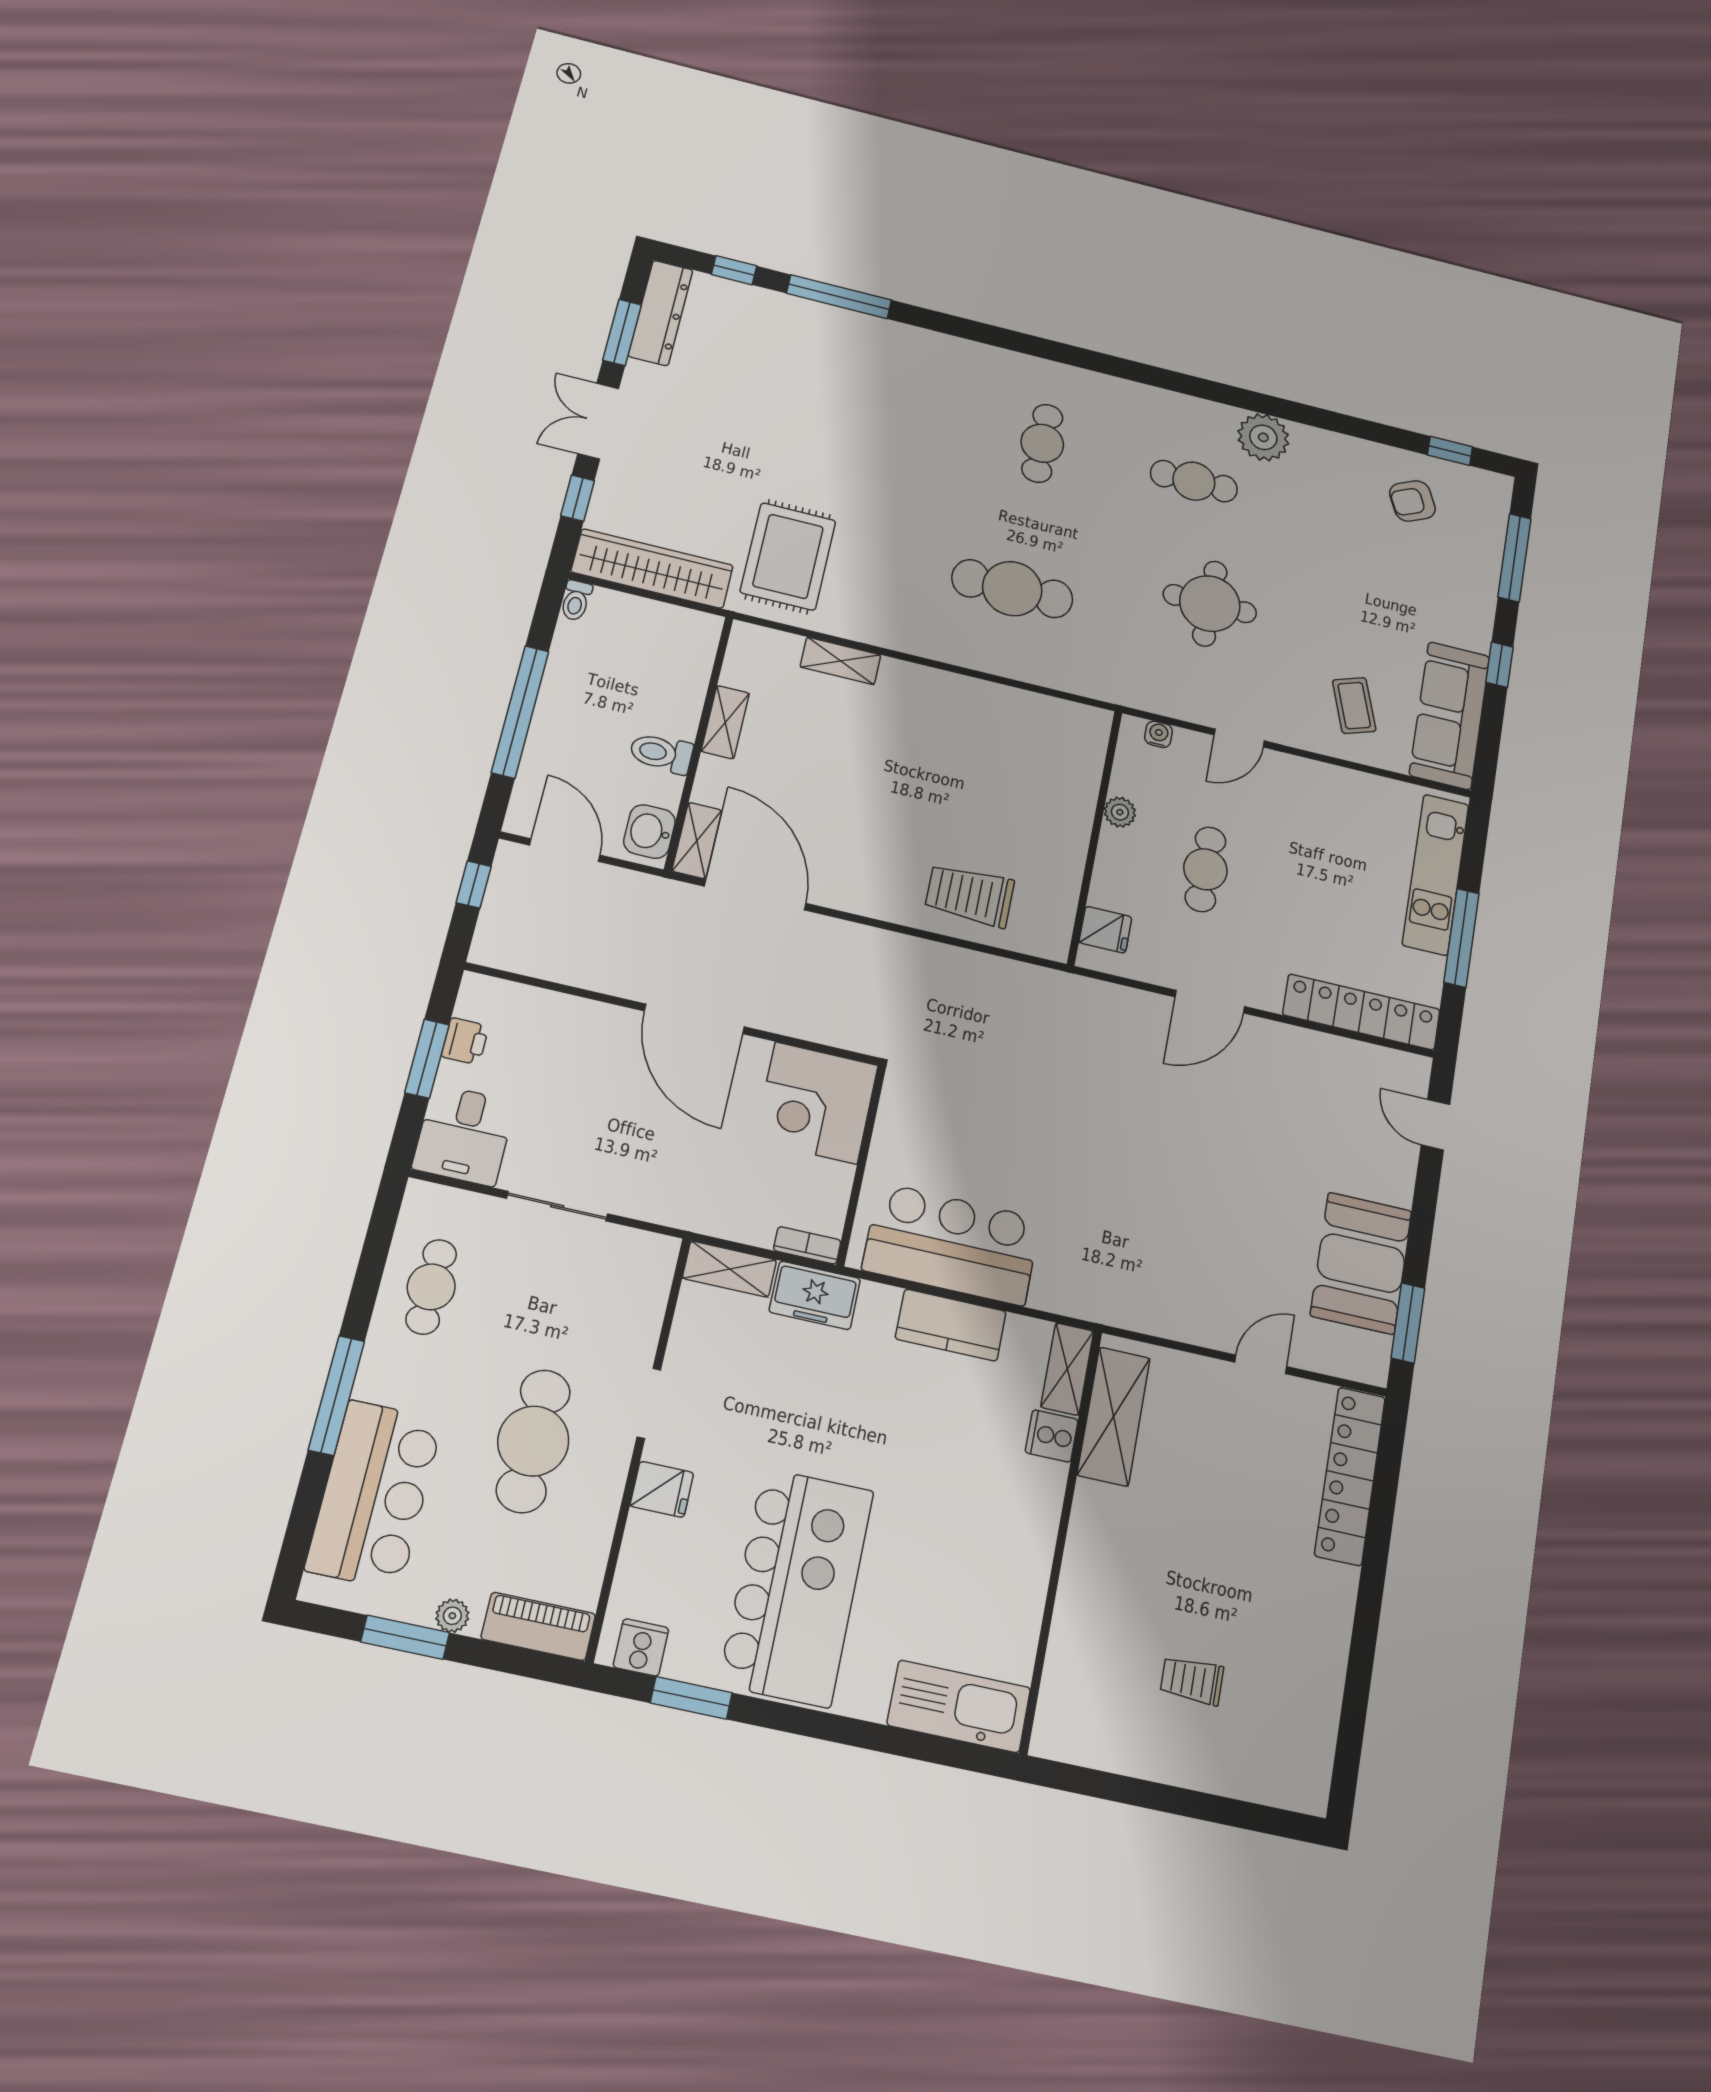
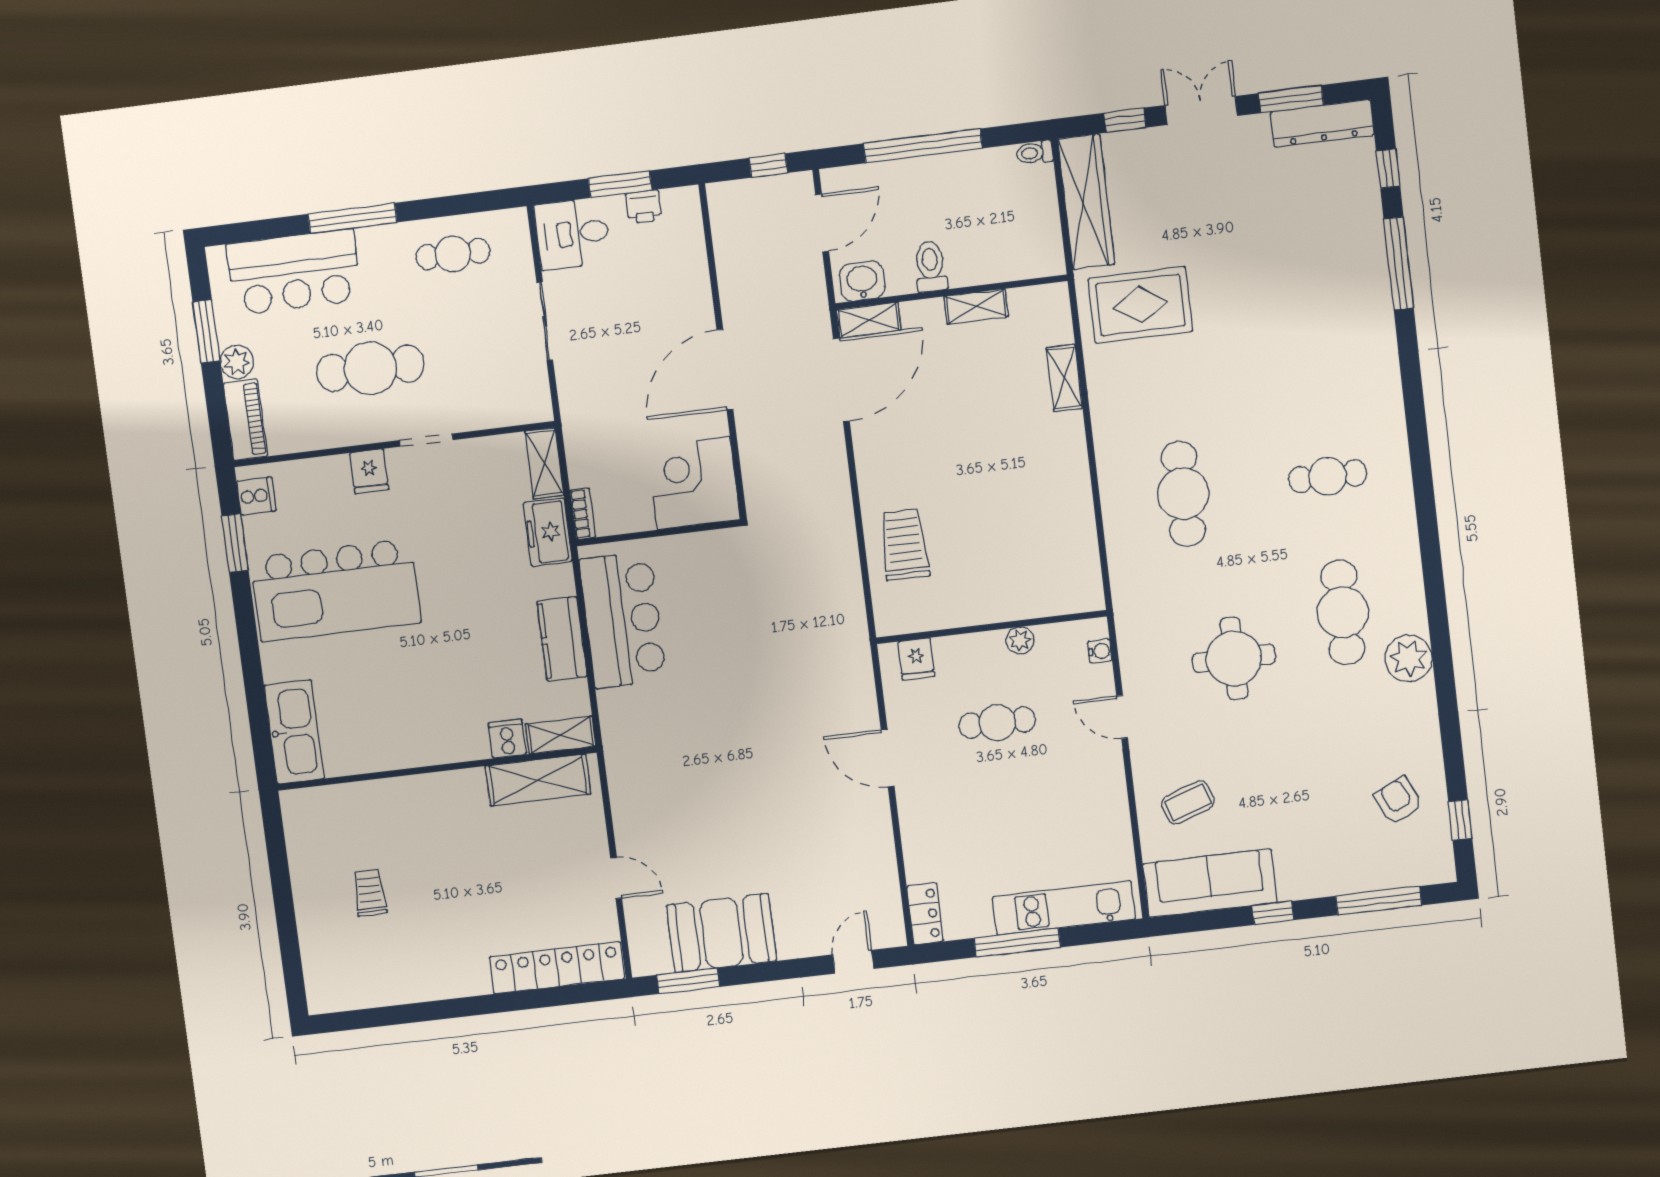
cafe table: (1194, 481) -> (1343, 612), width x1.37, depth x1.35
locker: (1361, 1012) -> (925, 914), width x0.46, depth x0.83
plant: (452, 1616) -> (237, 362), width x1.38, depth x1.38

